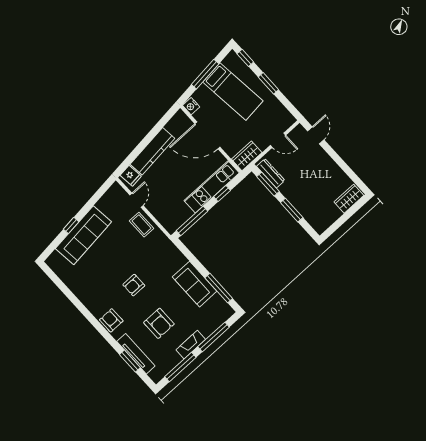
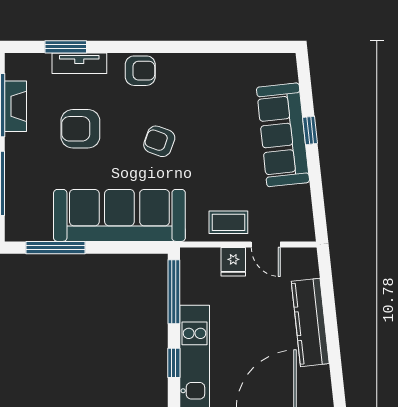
fridge: (131, 176) -> (233, 262), moved, turned -84
sofa: (195, 284) -> (119, 215), width x1.85, depth x1.27
armchair: (134, 285) -> (159, 141), turned -70
fireplace: (191, 345) -> (16, 106), moved
tv unit: (136, 354) -> (79, 63), width x0.71

